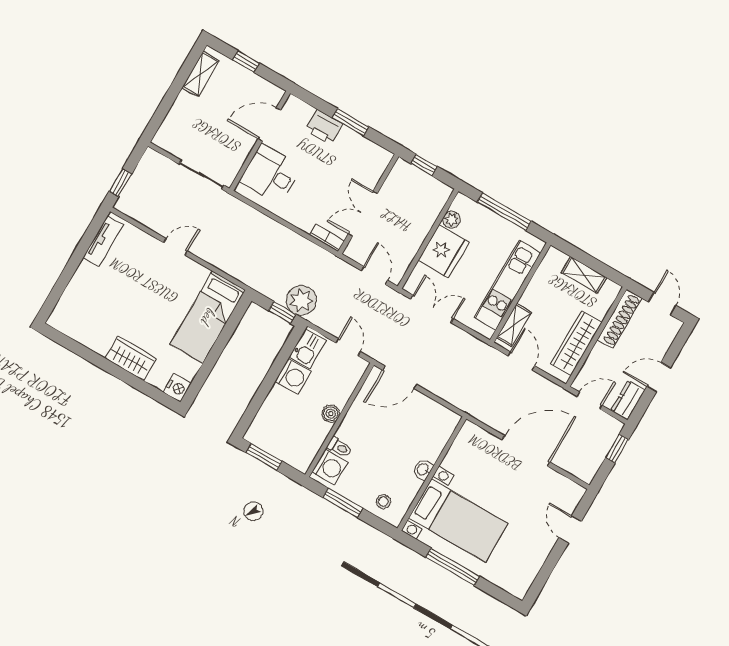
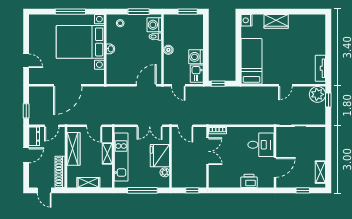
window: (350, 122) -> (238, 190), removed
plant: (301, 300) -> (317, 94), moved
shelving: (514, 325) -> (107, 153), moved
bed with nightstands: (458, 521) -> (80, 42), width x1.36

